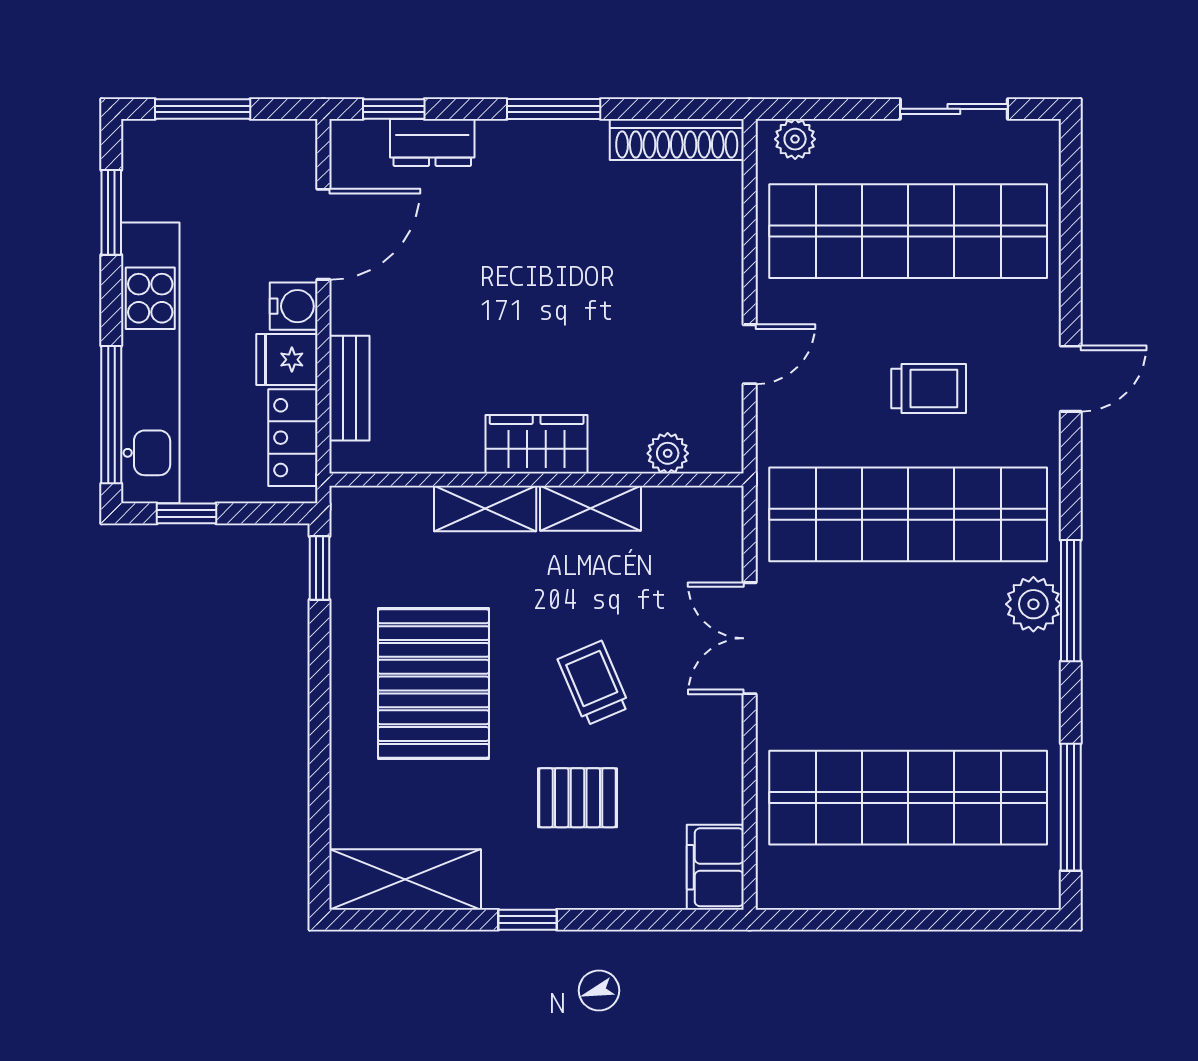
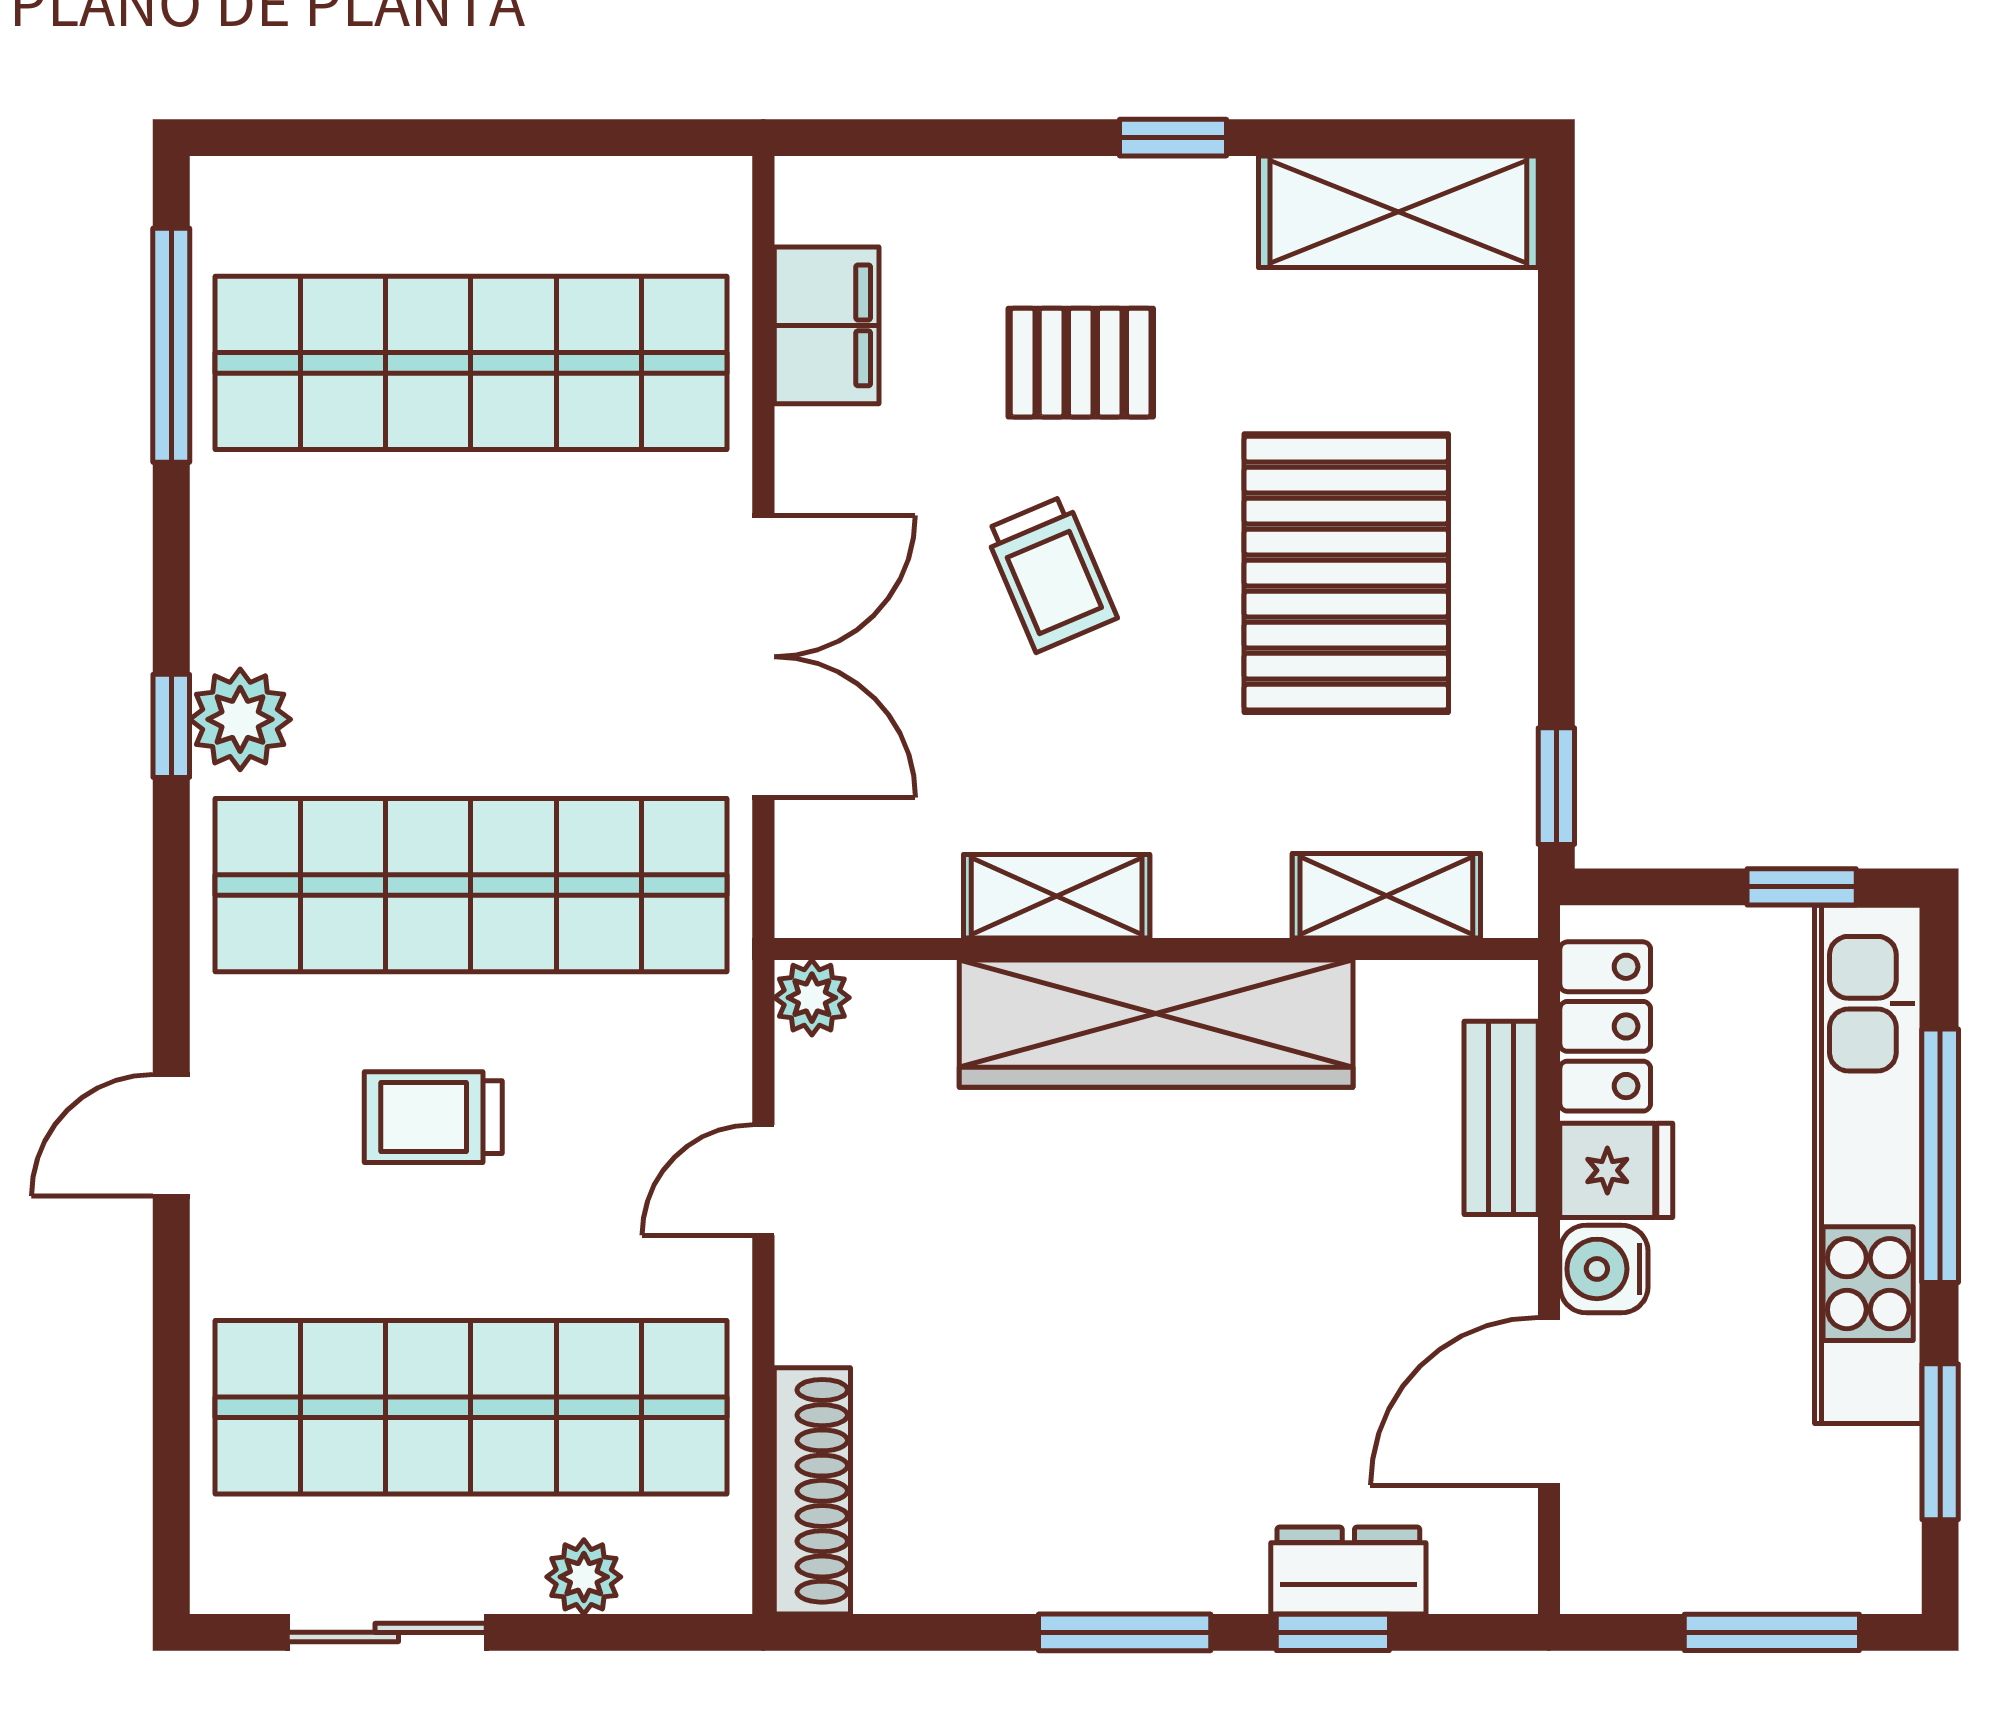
window: (394, 109) -> (1333, 1632), moved
plant: (795, 139) -> (584, 1577), moved
shoe rack: (677, 140) -> (812, 1491), moved, turned 90
window: (111, 415) -> (1940, 1156), moved
wardrobe: (537, 444) -> (1156, 1024), width x2.10, depth x1.17
plant: (668, 453) -> (812, 998), moved
shelving: (485, 509) -> (1386, 896), moved
window: (1071, 601) -> (171, 726), width x0.46
double door: (750, 638) -> (763, 657), width x1.37
filing cabinet: (715, 867) -> (827, 325), moved

